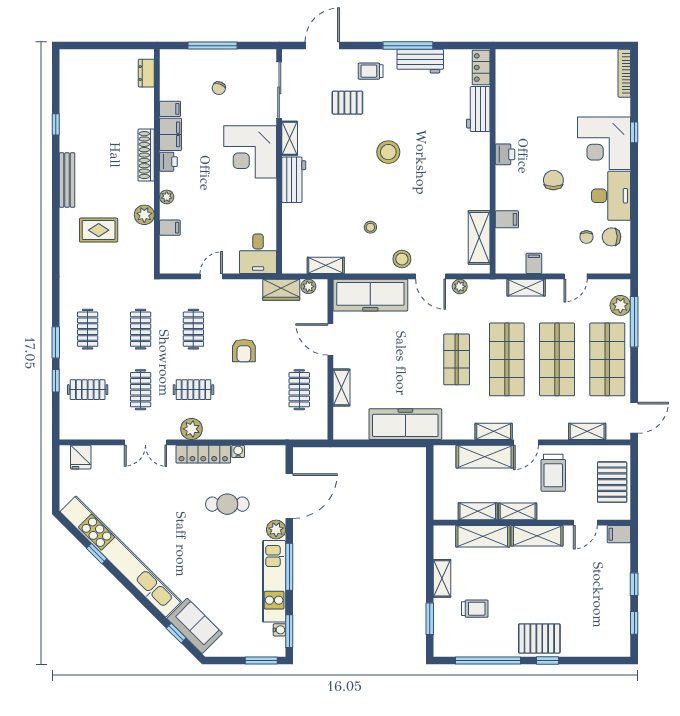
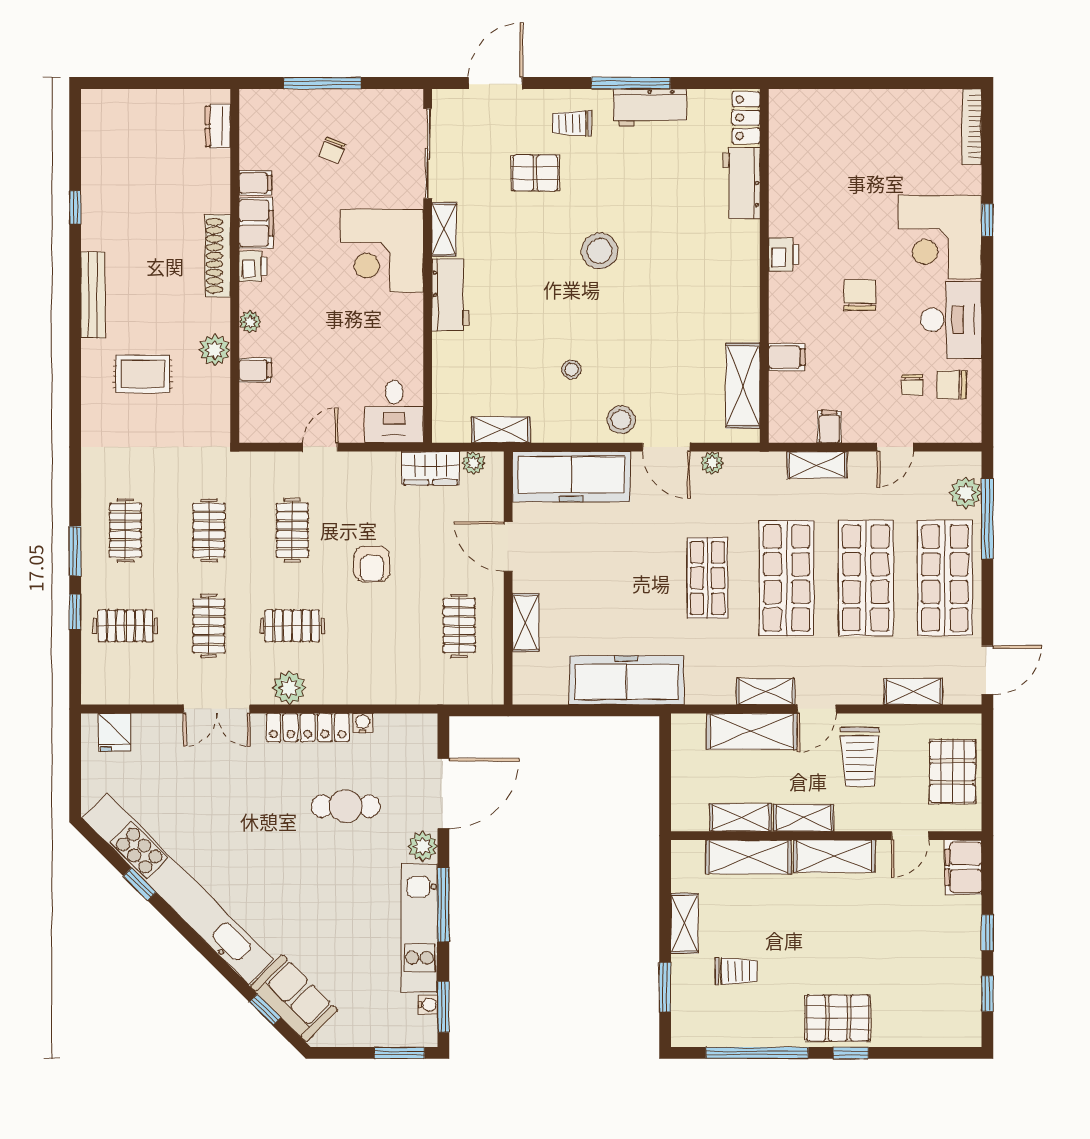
filing cabinet: (619, 534) -> (963, 867), width x2.00

